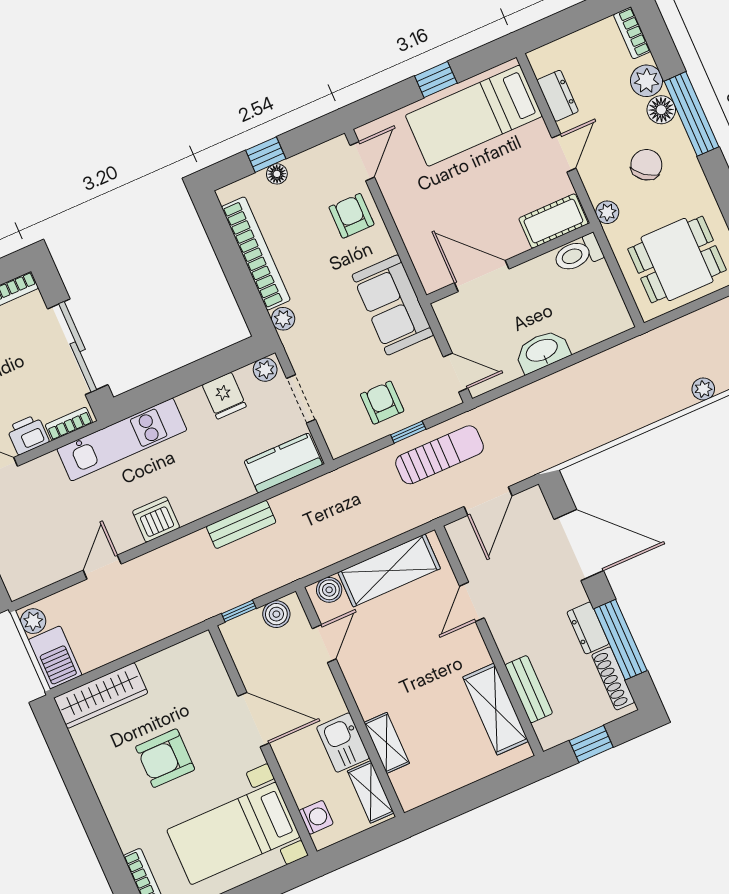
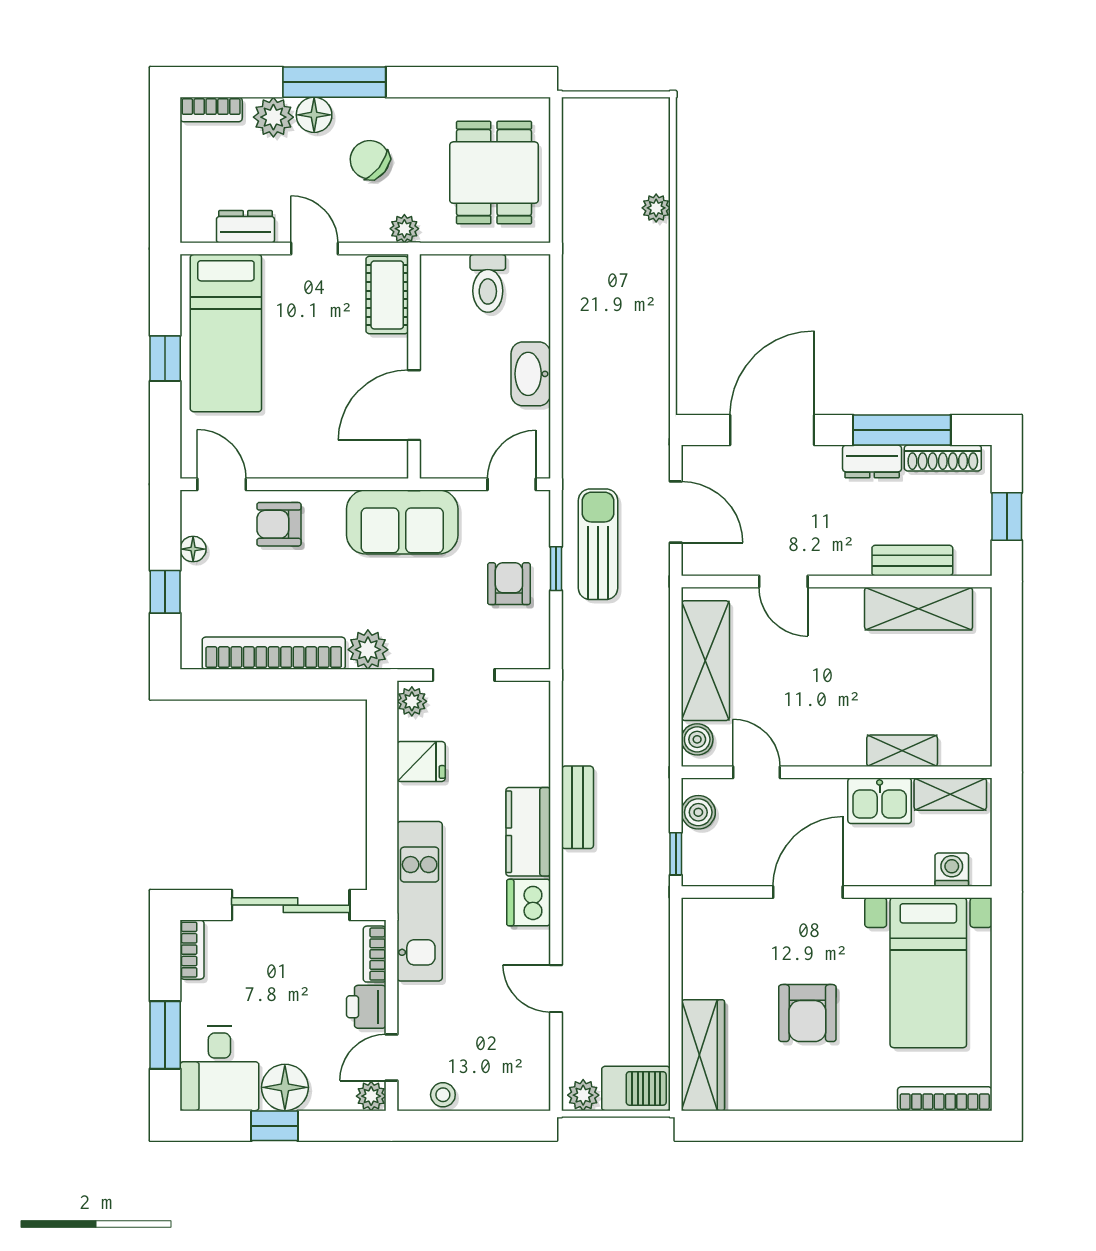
floor lamp: (277, 174) -> (193, 549), moved
toilet: (578, 254) -> (488, 283), moved
plant: (283, 319) -> (368, 650), width x1.38, depth x1.38
armchair: (382, 403) -> (509, 584), turned 90
kitchen counter: (283, 463) -> (528, 832), moved

